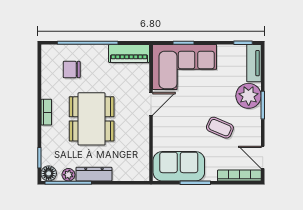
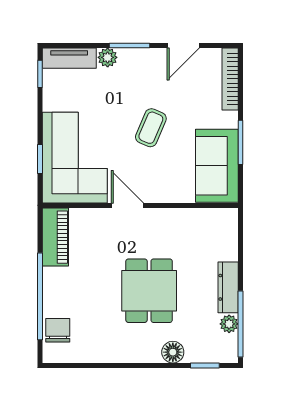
chair: (72, 70) -> (58, 330), moved, turned 180
plant: (249, 96) -> (108, 57), width x0.53, depth x0.53
bookcase: (46, 112) -> (139, 356), removed
dining table: (92, 119) -> (149, 291), width x0.73
coffee table: (220, 128) -> (151, 128), moved
door: (263, 157) -> (183, 45), moved
floor lamp: (49, 173) -> (173, 352), moved

